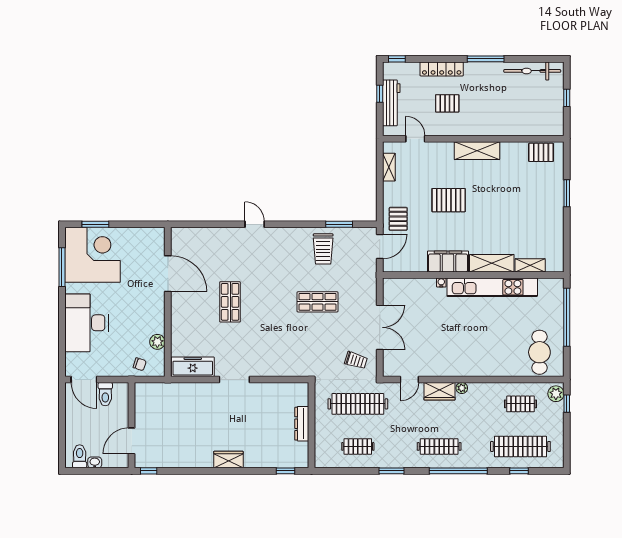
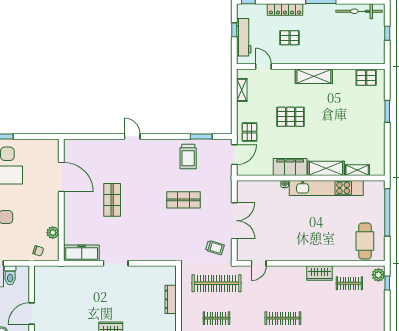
plant: (462, 388) -> (301, 270), removed
wardrobe: (440, 391) -> (320, 273), moved
clothes rail: (520, 446) -> (349, 318), removed

